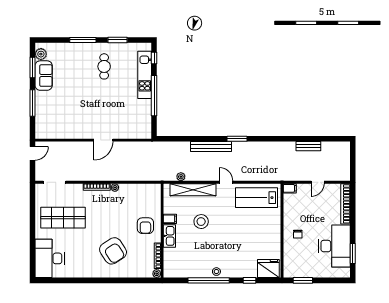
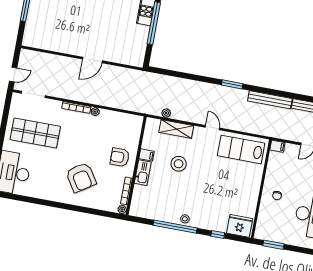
bench: (211, 147) -> (270, 100), moved
door: (32, 153) -> (13, 75), moved
shelving: (193, 190) -> (176, 129), width x0.68
armchair: (145, 226) -> (120, 157), turned 90

